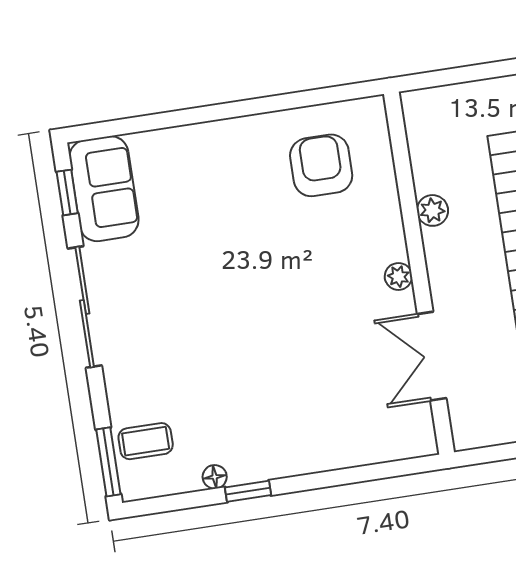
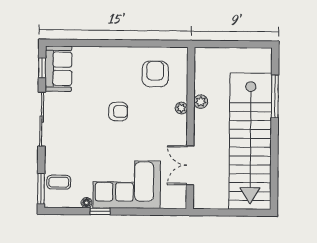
armchair: (252, 263) -> (118, 112), added
plant: (398, 276) -> (181, 108), moved
corner sofa: (298, 422) -> (127, 184), added

